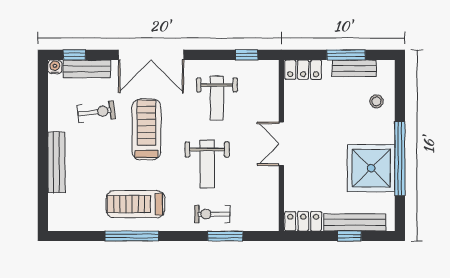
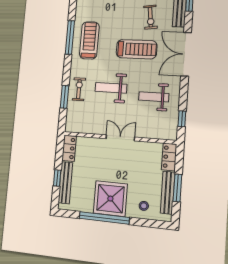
bench: (354, 68) -> (168, 193), width x1.36
shower: (371, 168) -> (110, 199), moved

